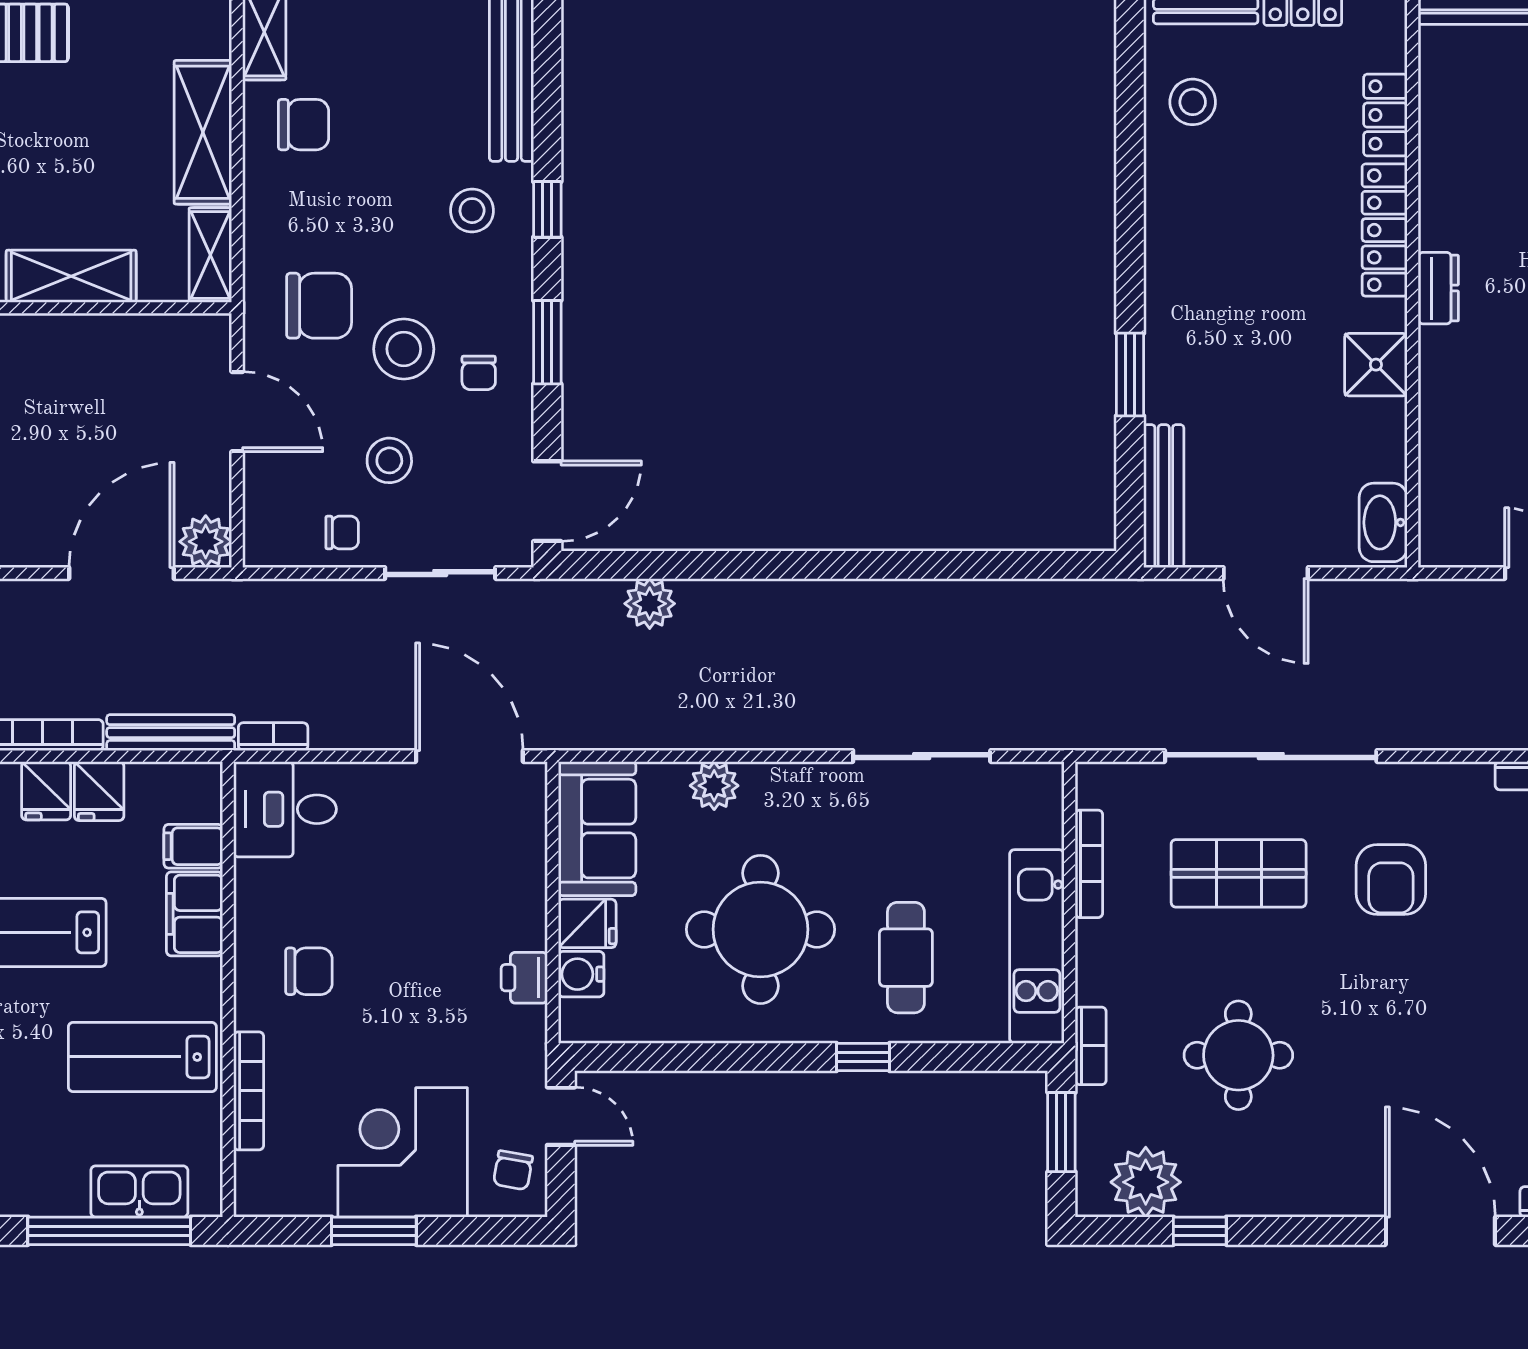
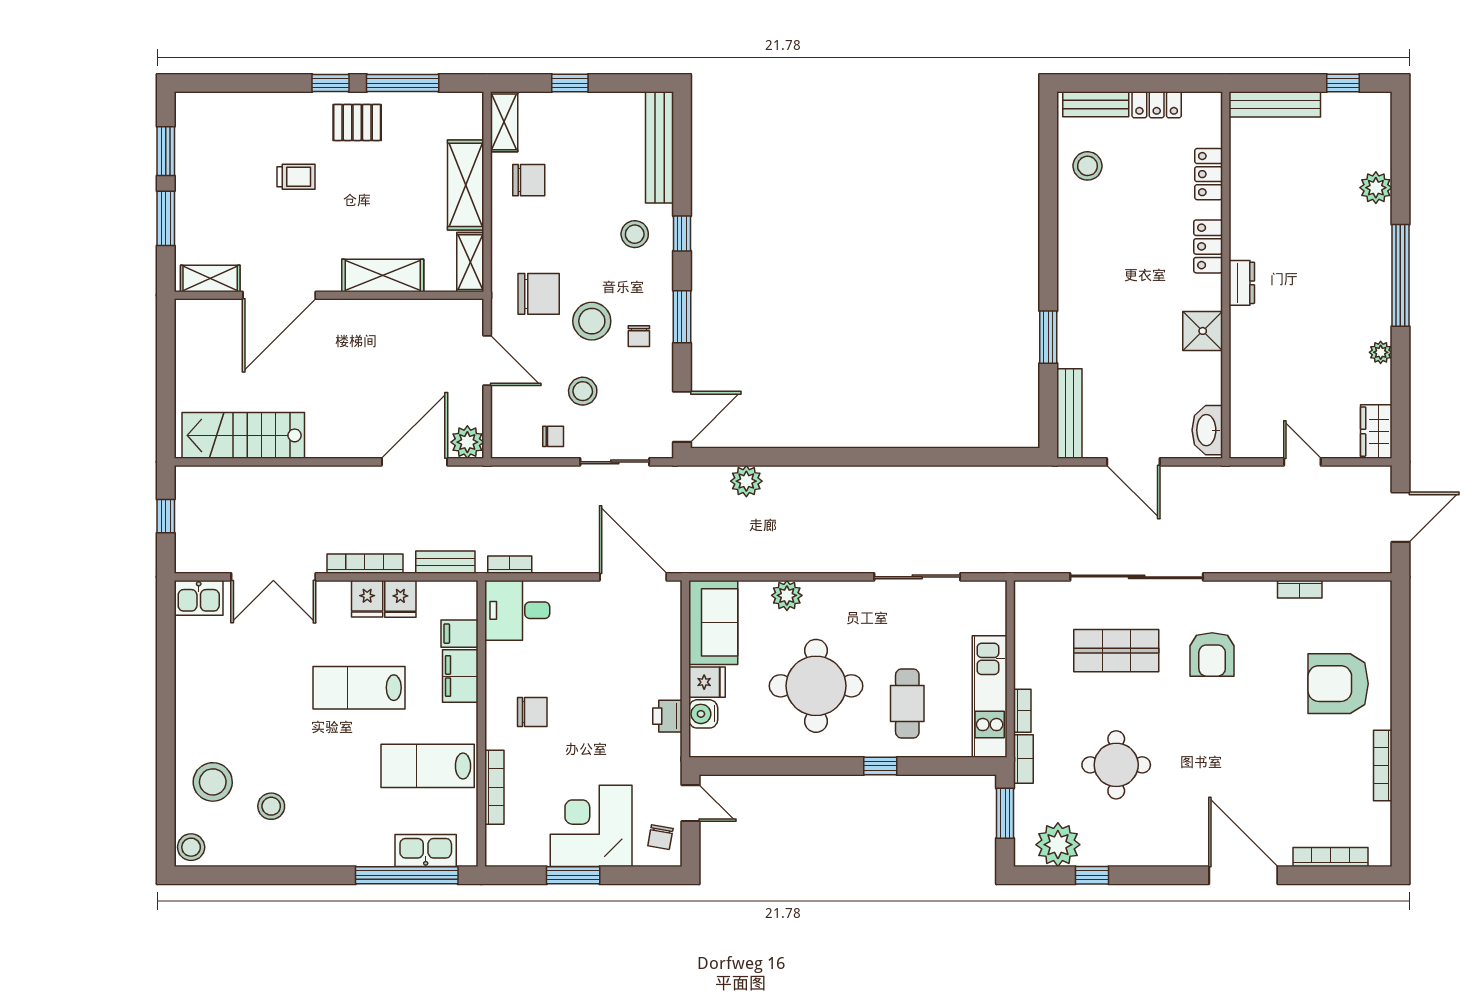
locker: (1385, 230) -> (1208, 246), width x0.66
bench: (171, 733) -> (445, 562), width x0.73
bookcase: (1089, 864) -> (1022, 711), moved, width x0.64

